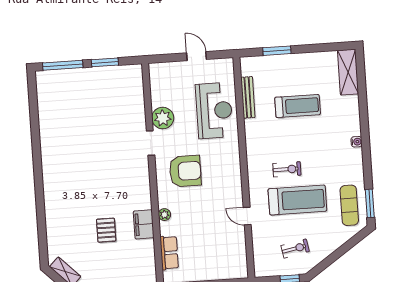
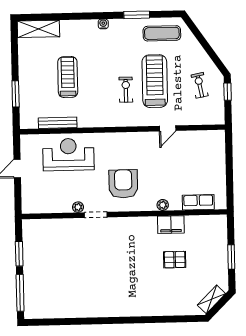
plant: (163, 118) -> (78, 207), width x0.53, depth x0.53
window: (370, 203) -> (137, 15), moved

